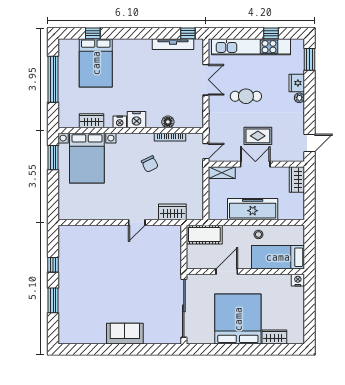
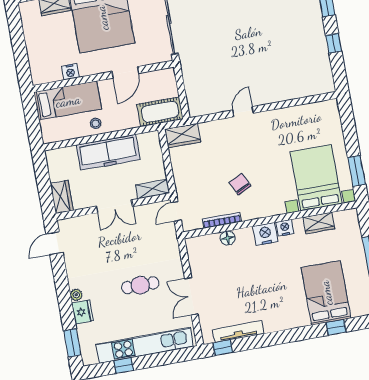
rug: (258, 136) -> (118, 241), removed
wardrobe: (172, 212) -> (183, 136), moved
nightstand: (298, 280) -> (70, 72), moved

